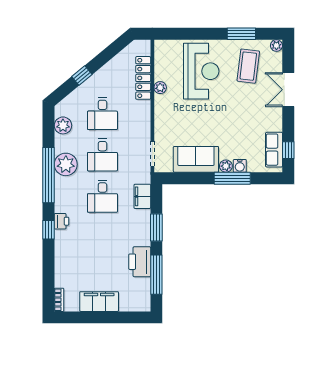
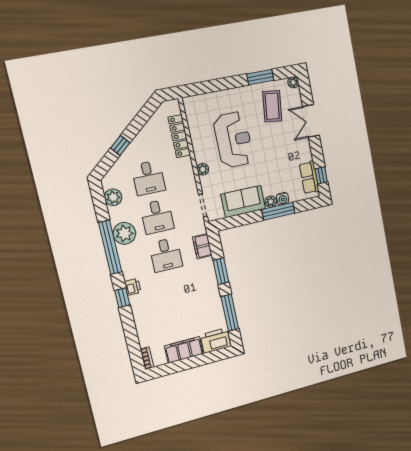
reception desk: (201, 71) -> (233, 140), moved
plant: (160, 88) -> (203, 169), moved
printer: (140, 262) -> (216, 341), moved, turned 90

